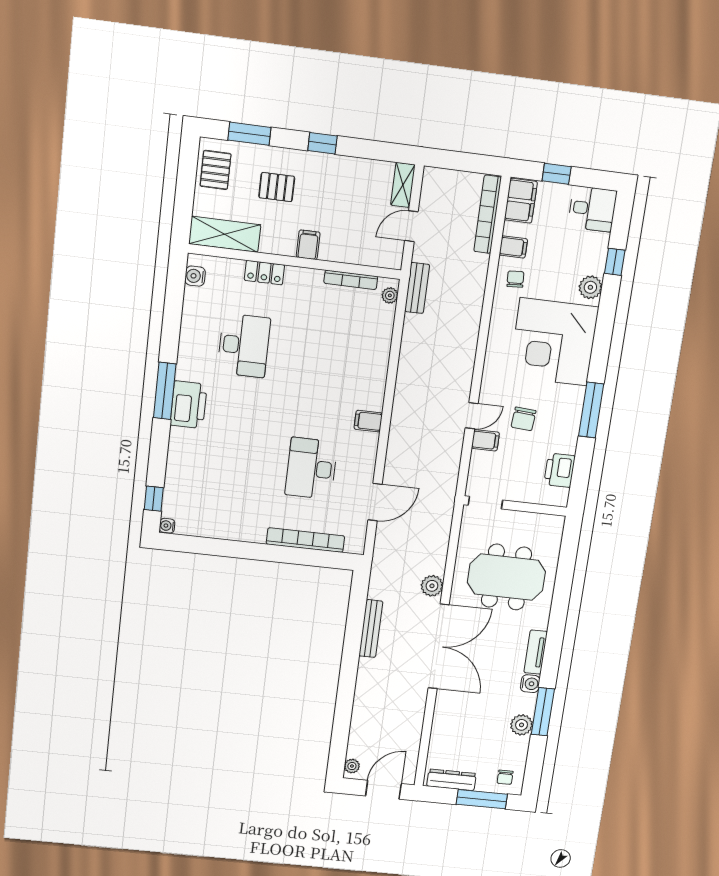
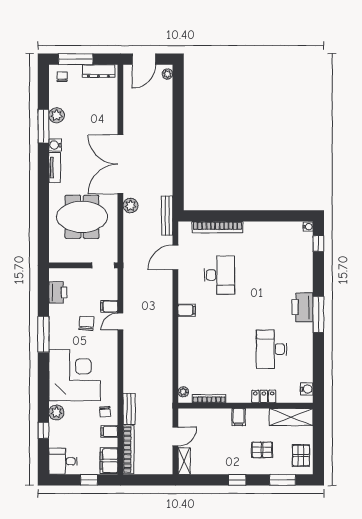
bench: (417, 288) -> (129, 409), moved
bench: (371, 629) -> (167, 216), moved

